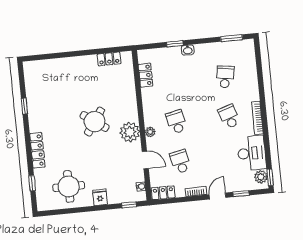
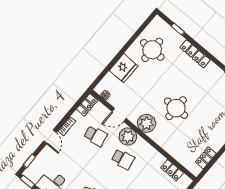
round table: (95, 122) -> (176, 108), turned -35
plant: (150, 132) -> (128, 137), width x1.88, depth x1.88
plant: (261, 177) -> (34, 176), removed
window: (241, 194) -> (29, 161), moved
fridge: (100, 197) -> (124, 68), width x1.88, depth x1.34
window: (129, 205) -> (102, 76), removed

